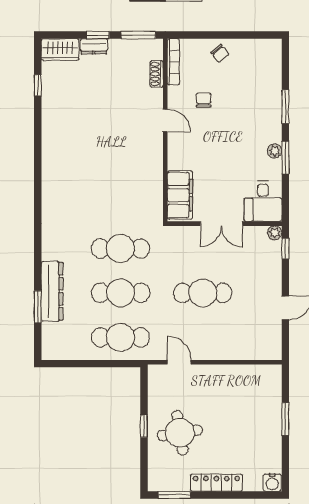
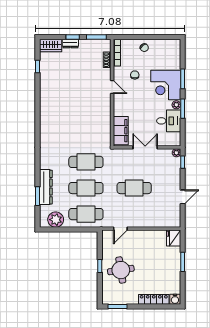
corner desk: (256, 117) -> (166, 85), added
desk: (263, 201) -> (169, 121), moved, turned -90
double door: (221, 224) -> (145, 147), swing flipped
plant: (69, 347) -> (56, 220), added
door: (179, 362) -> (120, 229), swing flipped
fridge: (270, 378) -> (174, 238), added
locker: (216, 483) -> (154, 299), moved

